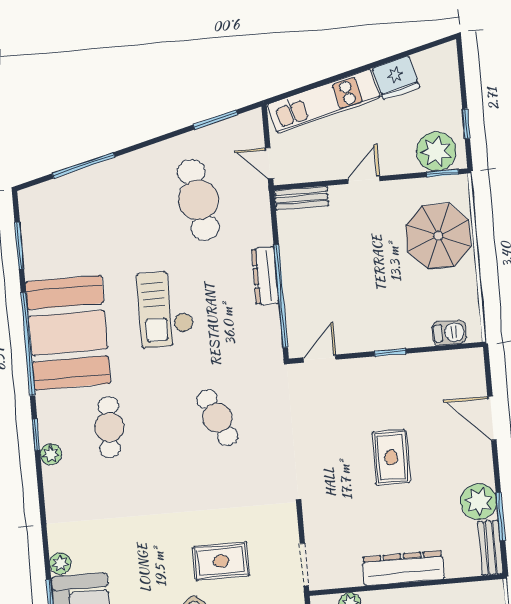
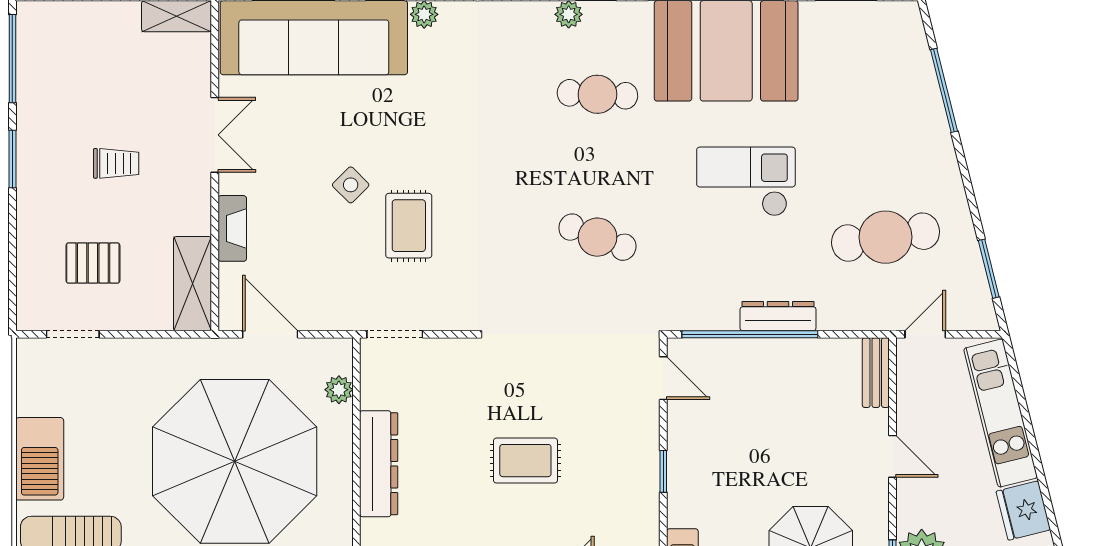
cafe table: (217, 418) -> (597, 237), turned 45

